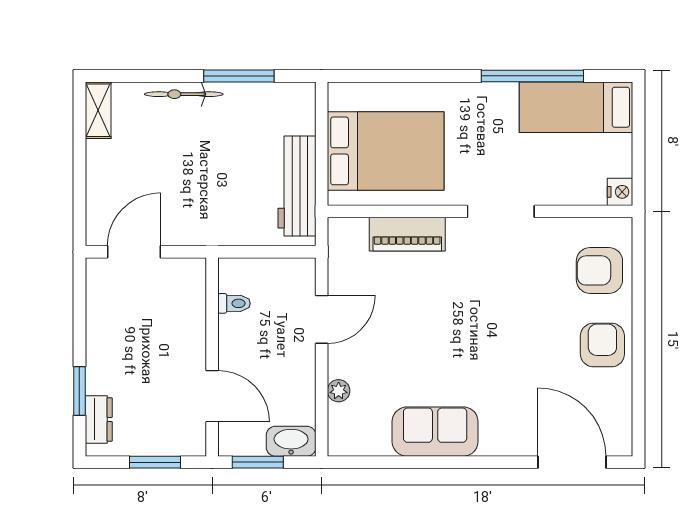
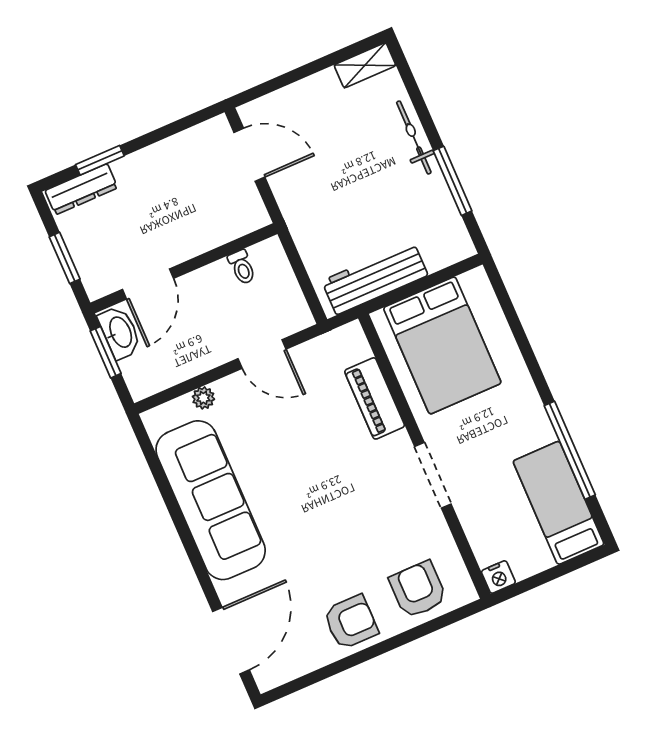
dresser: (99, 419) -> (81, 189), width x1.44
sofa: (435, 432) -> (211, 500), width x1.85, depth x1.27
washbasin: (291, 441) -> (120, 332), moved

